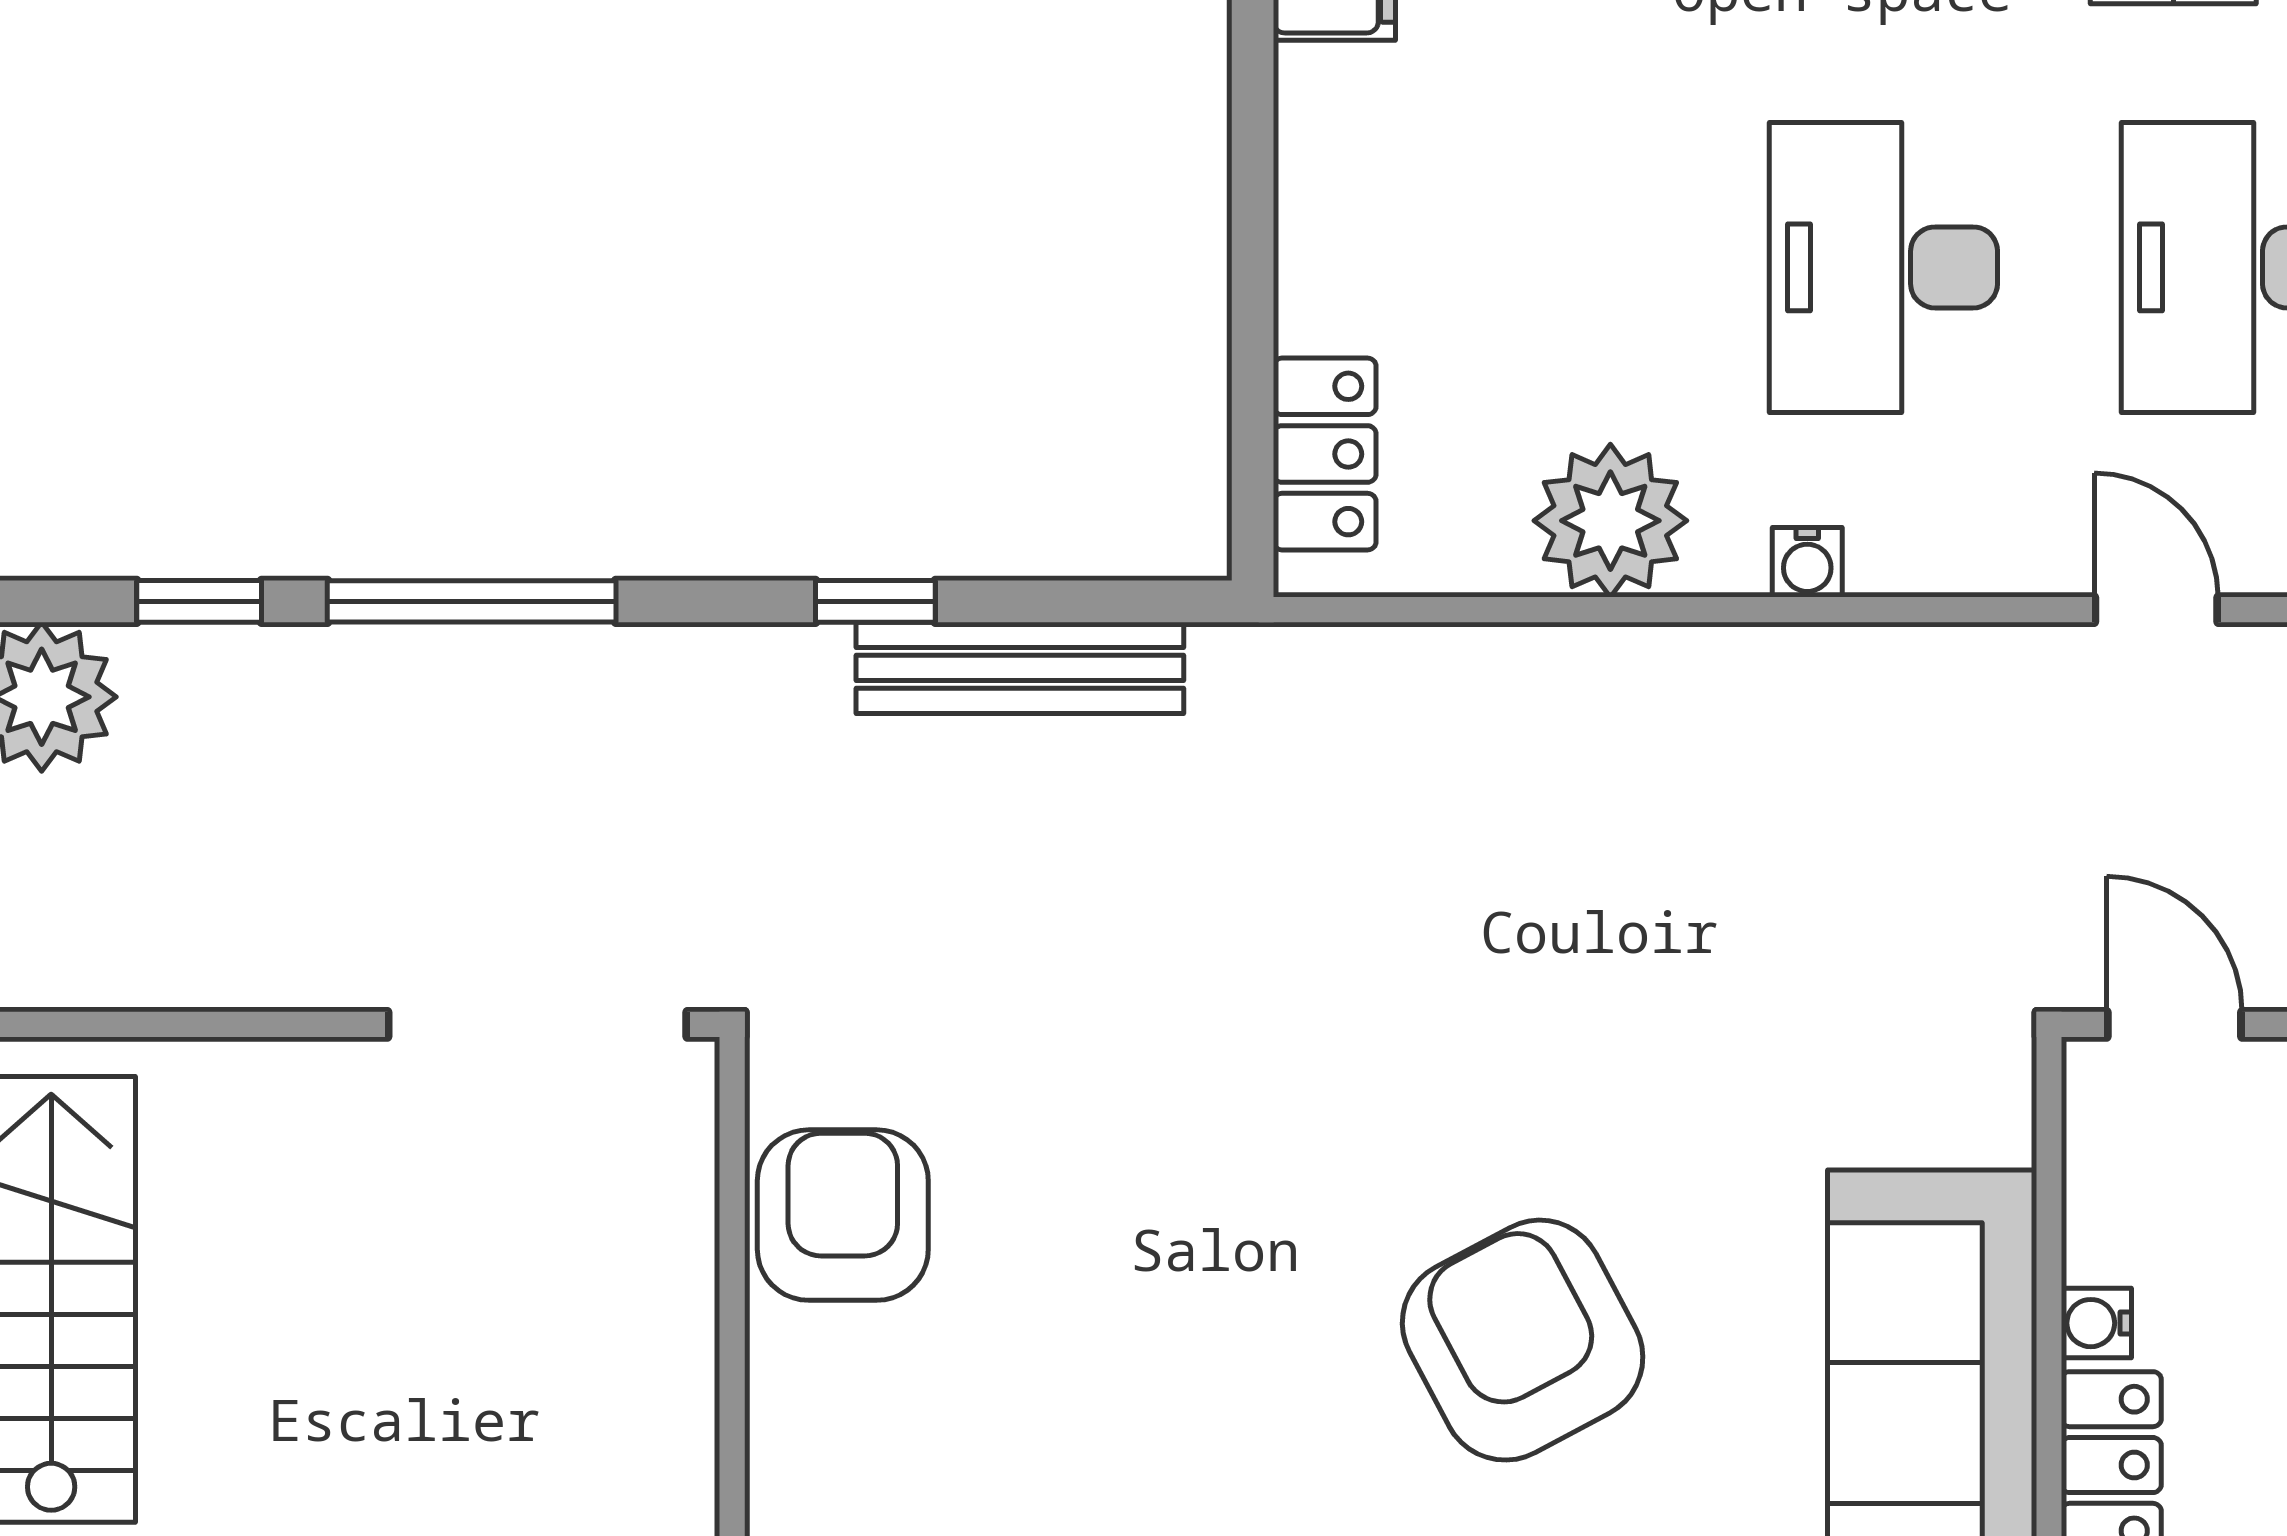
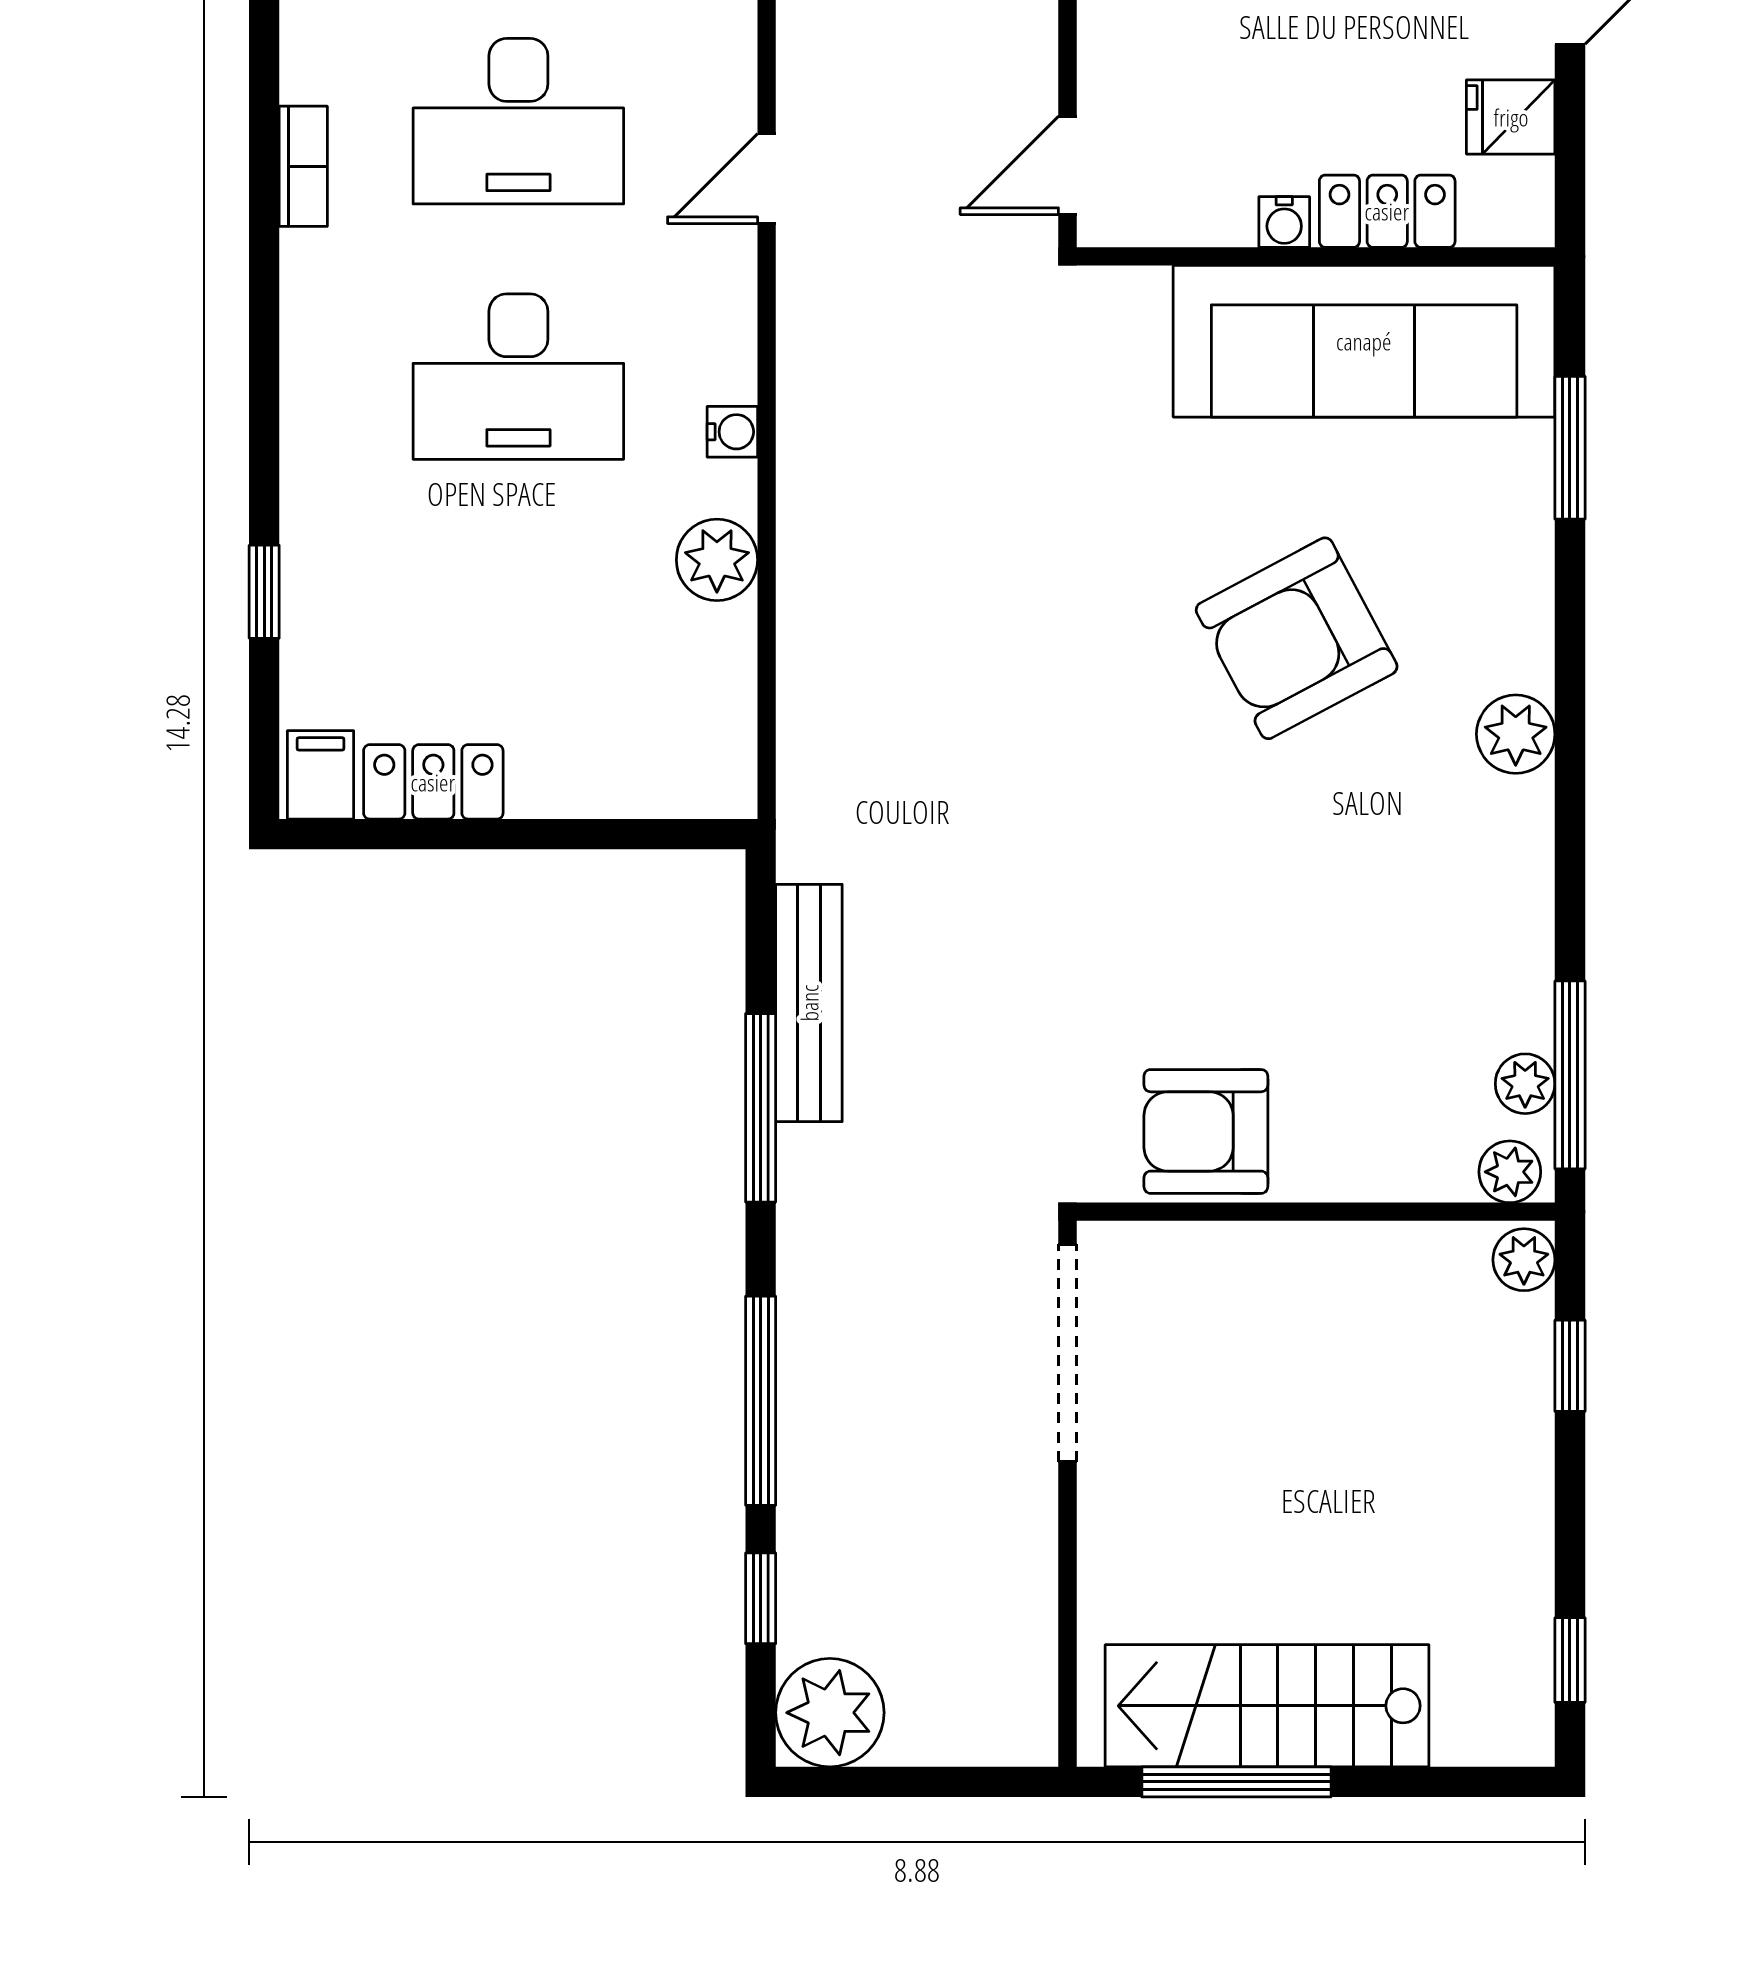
locker: (1325, 454) -> (433, 782), moved
plant: (1610, 521) -> (717, 560), width x0.73, depth x0.73
window: (875, 601) -> (761, 1108), width x2.17

